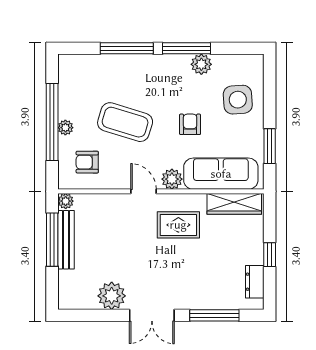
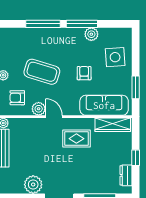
plant: (172, 179) -> (39, 109), moved

